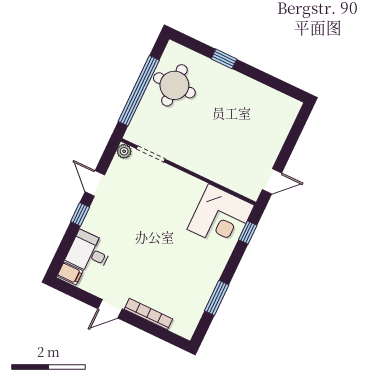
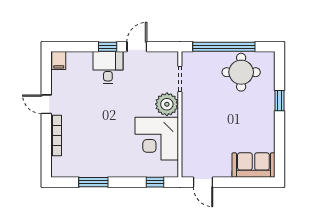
sofa: (279, 119) -> (253, 165), added
plant: (124, 151) -> (167, 104), moved, width x1.87, depth x1.87
corner desk: (221, 217) -> (157, 139), moved
desk: (89, 252) -> (108, 68), moved

